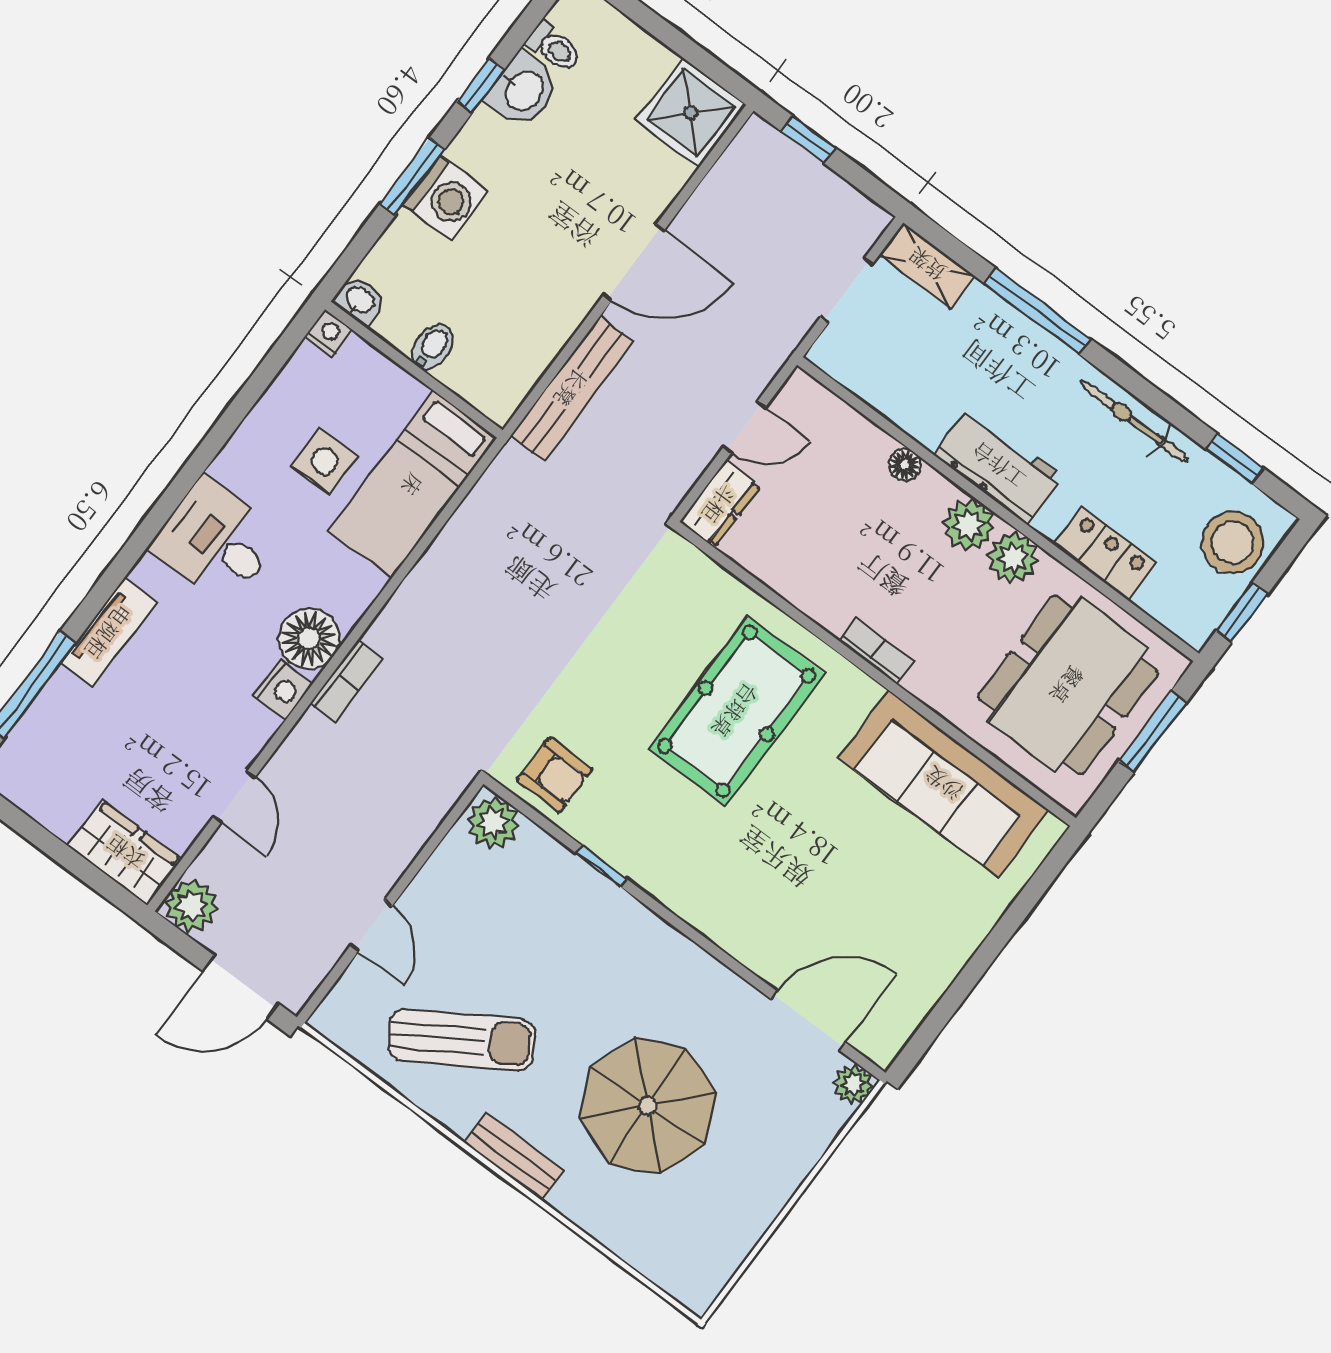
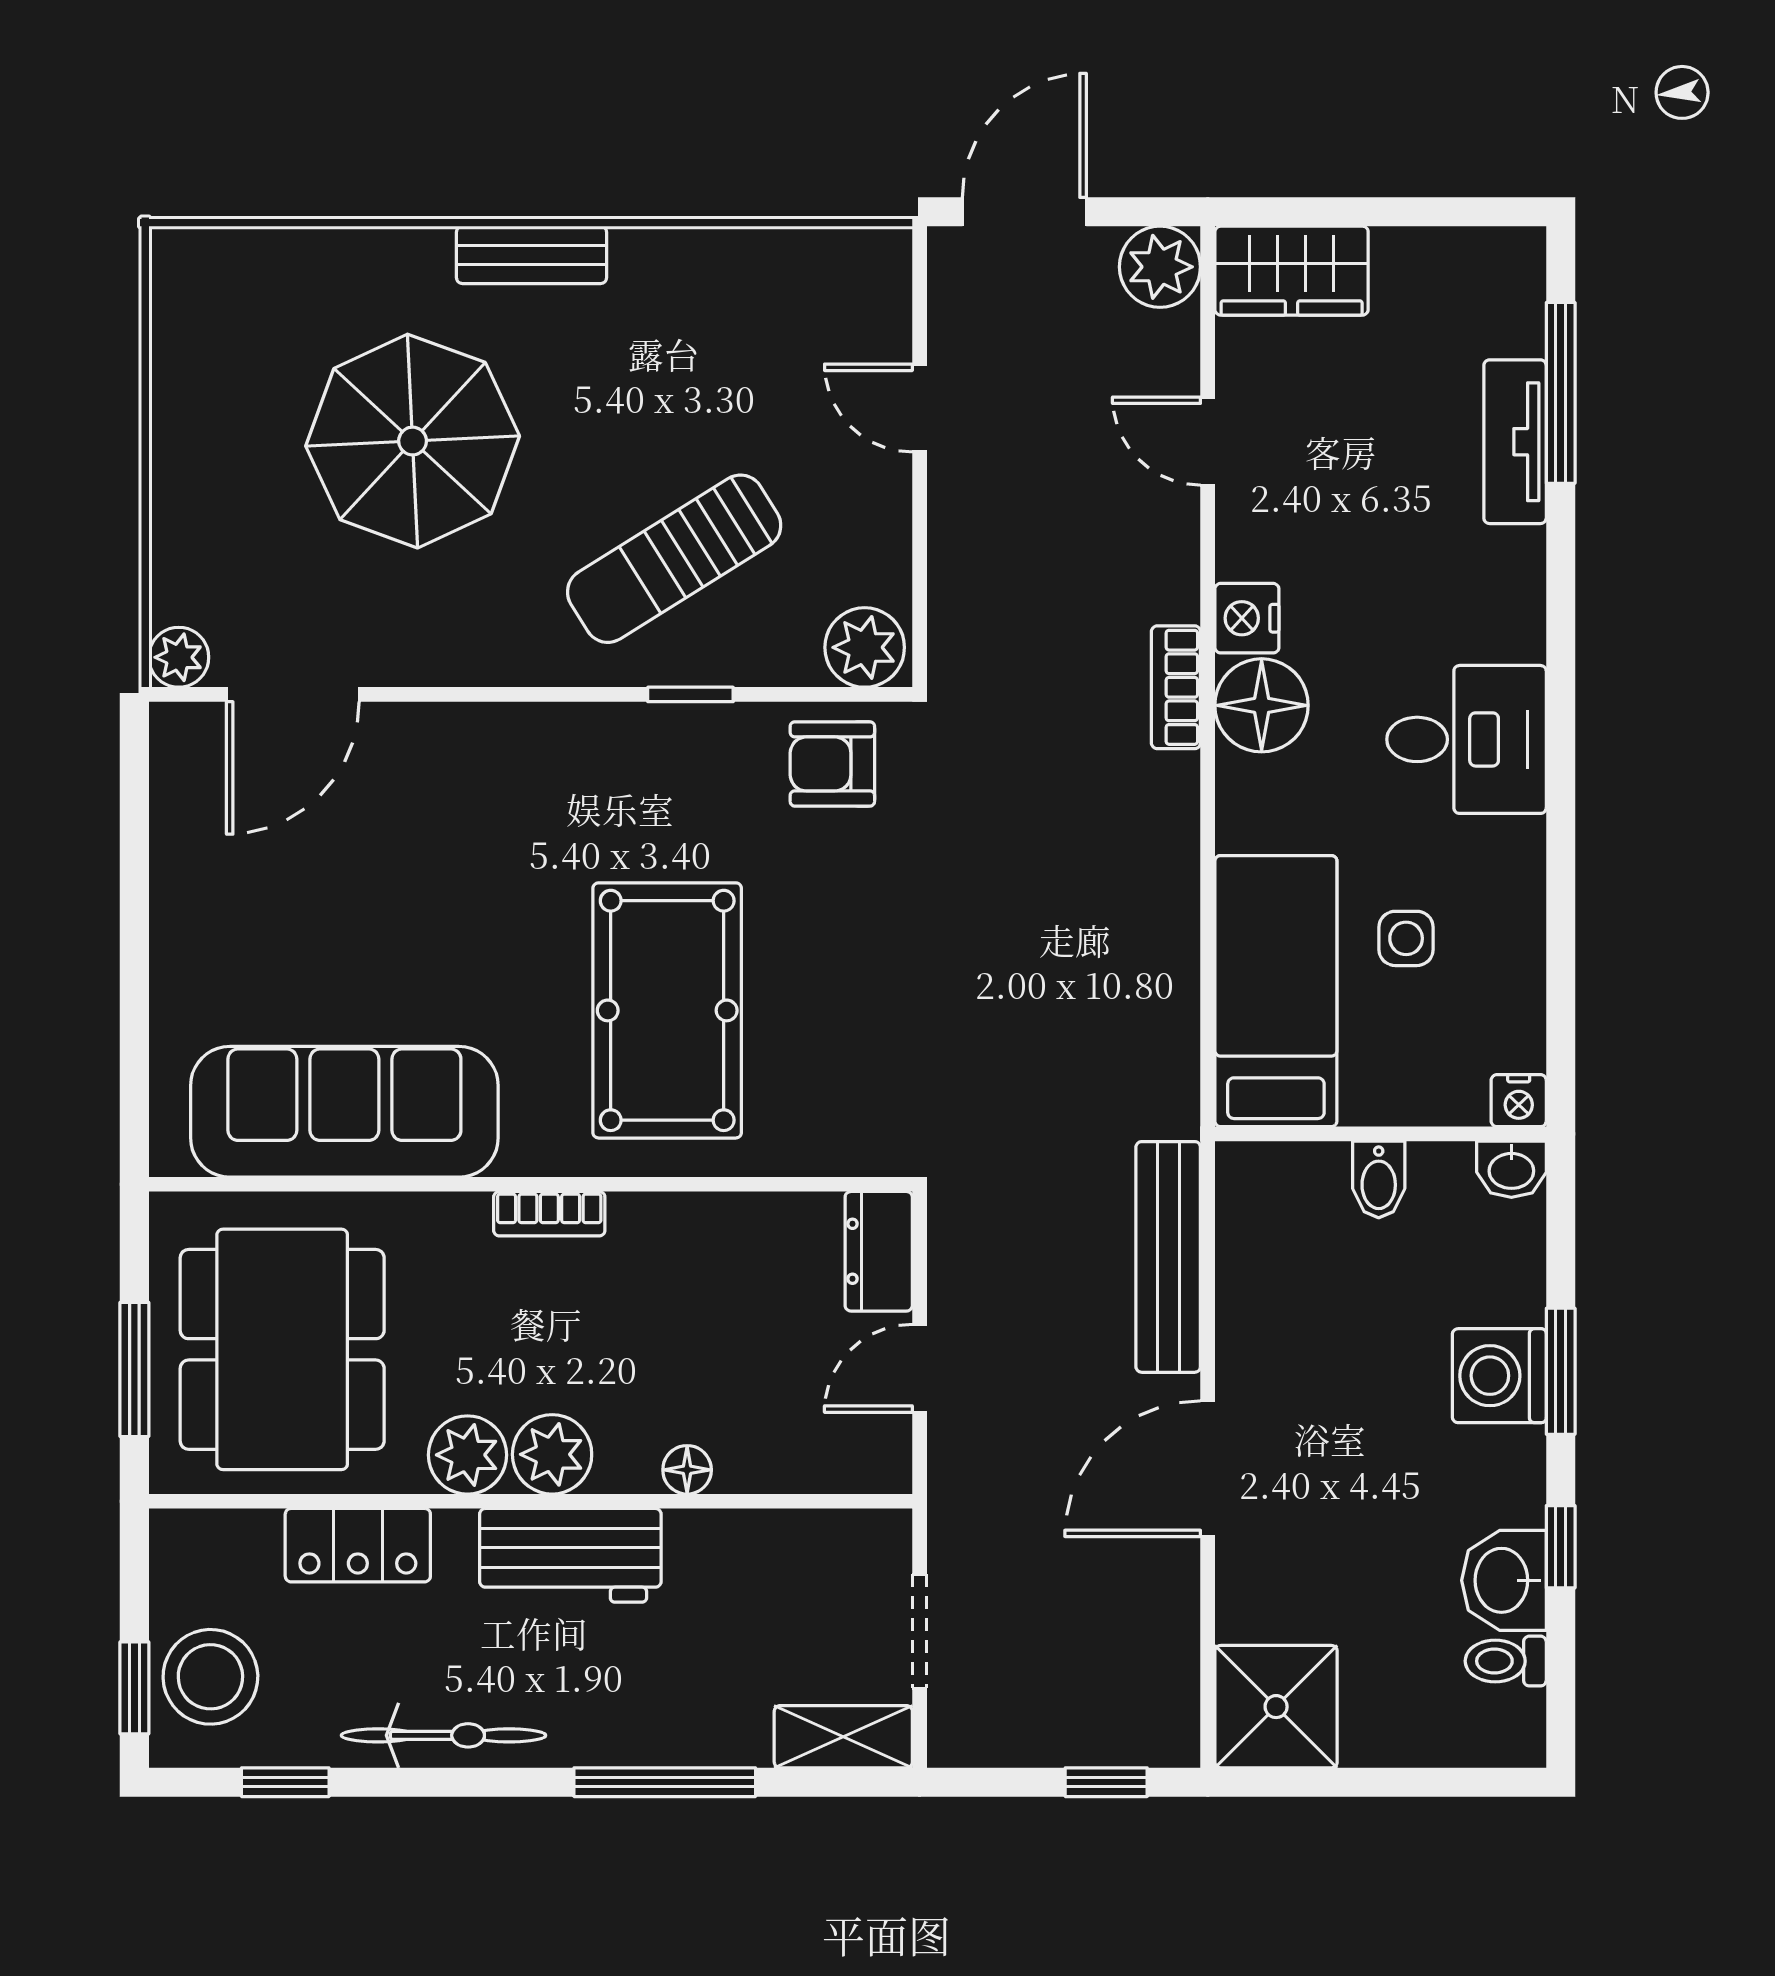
side table: (325, 461) -> (1406, 938), width x0.73, depth x0.73
window: (1242, 613) -> (134, 1688), moved
tv unit: (109, 632) -> (1515, 442), moved
sun lounger: (462, 1040) -> (674, 559), moved

